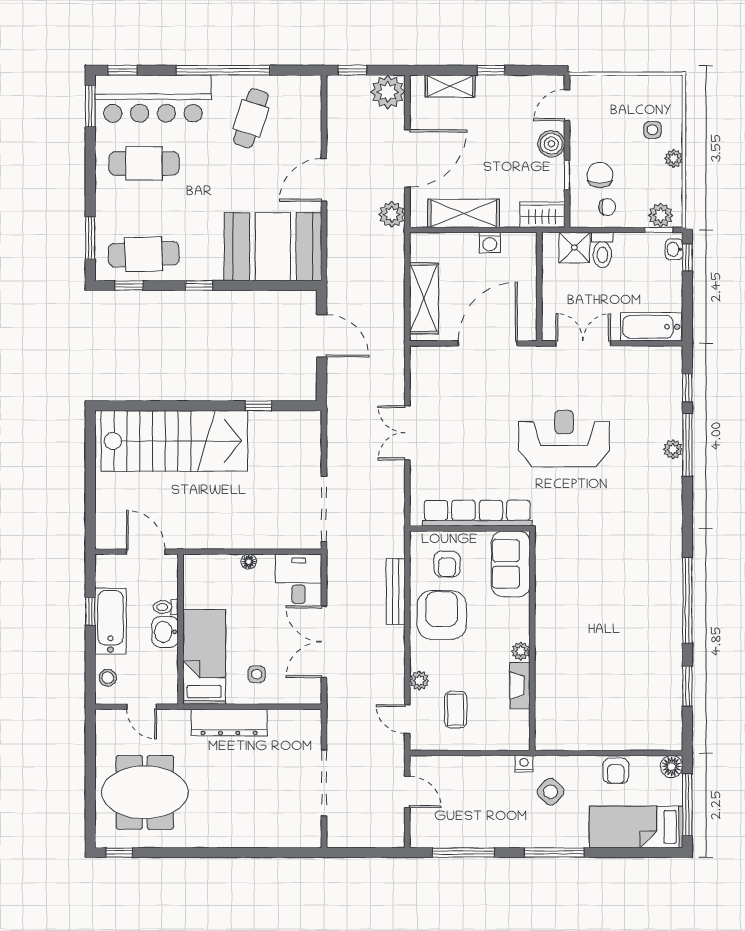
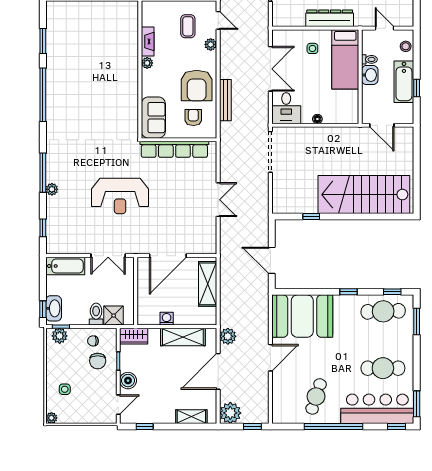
window: (491, 70) -> (145, 427), moved
plant: (674, 158) -> (51, 418), moved
washbasin: (674, 249) -> (54, 308), width x1.91, depth x1.45
window: (687, 445) -> (43, 173), moved
toilet: (166, 607) -> (369, 59), moved

